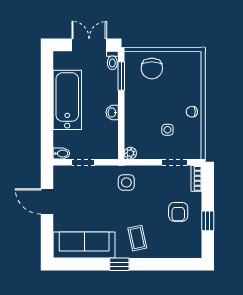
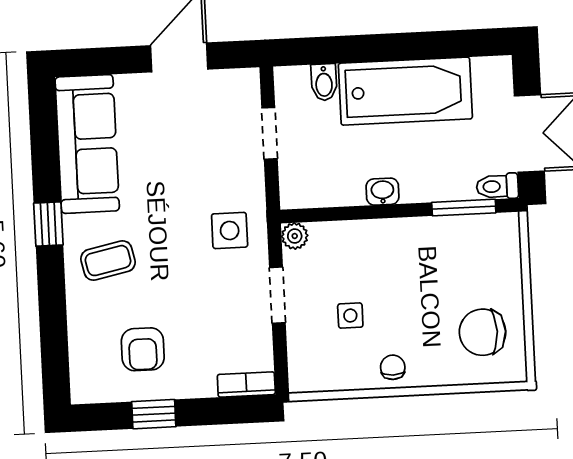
chair: (152, 68) -> (482, 332), moved
bidet: (61, 154) -> (324, 82), moved
doorway: (175, 162) -> (277, 295), moved
armchair: (178, 212) -> (143, 349), moved, turned -90

